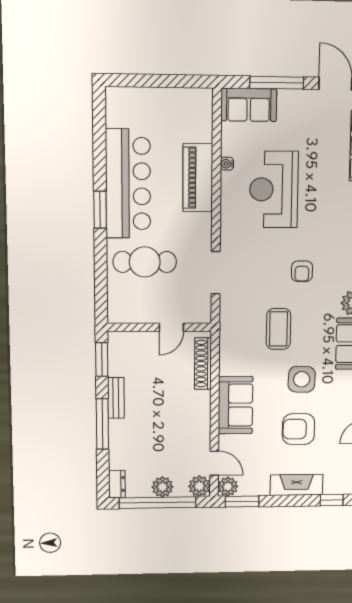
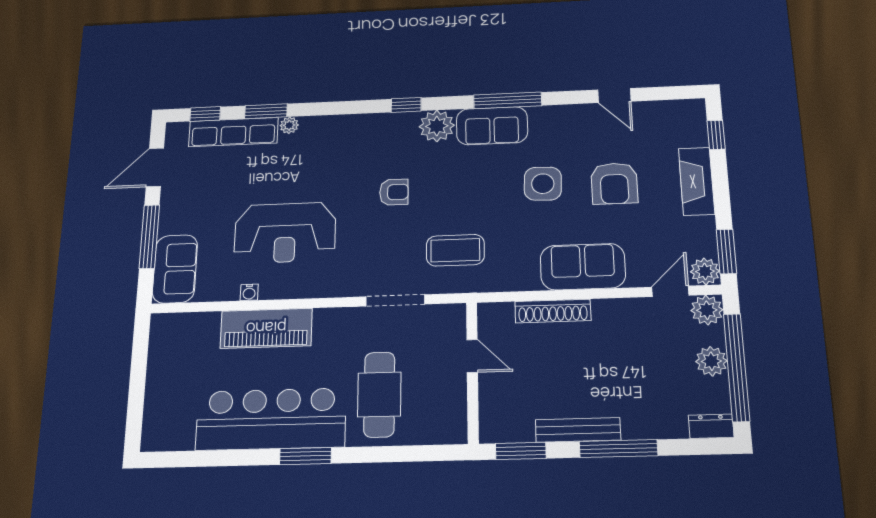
coffee table: (278, 329) -> (455, 250), moved
shoe rack: (203, 364) -> (553, 311), moved
bench: (116, 398) -> (578, 430), width x1.36

